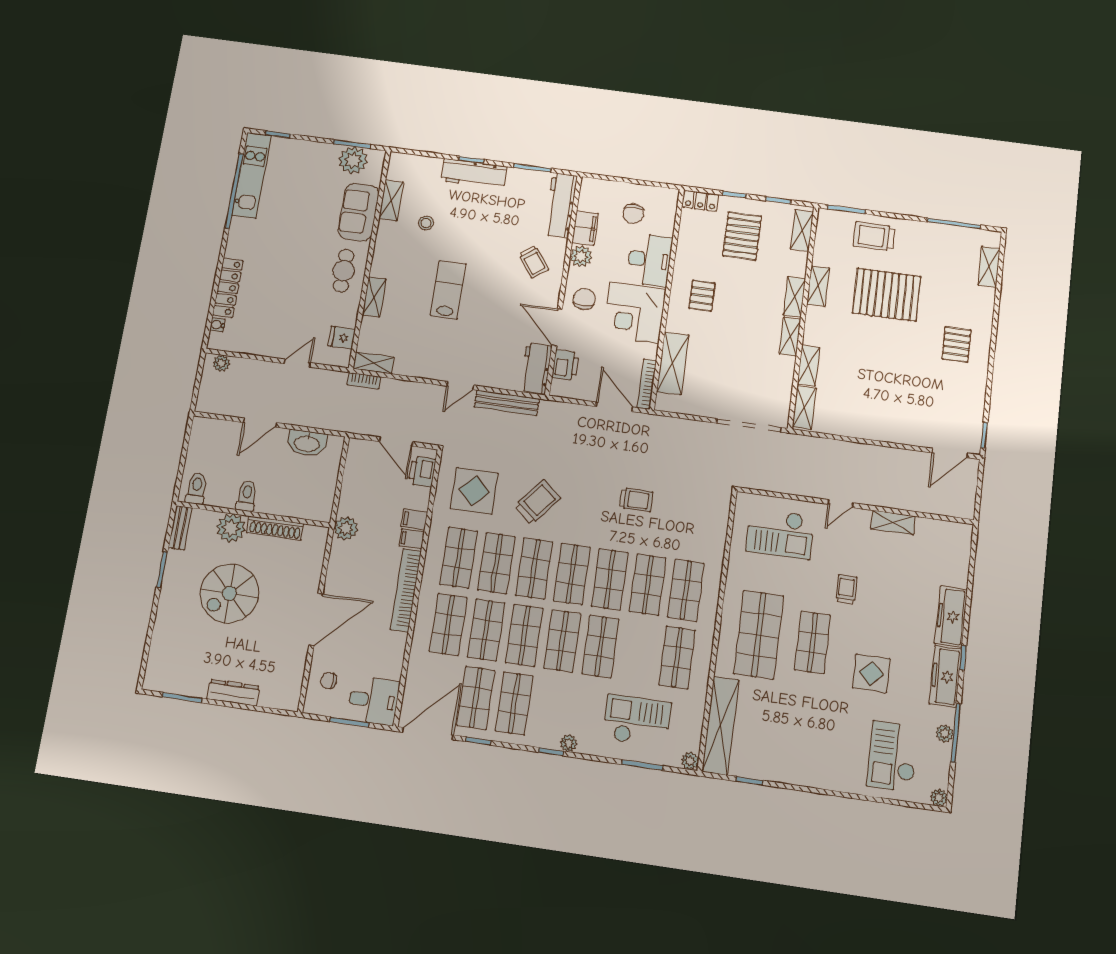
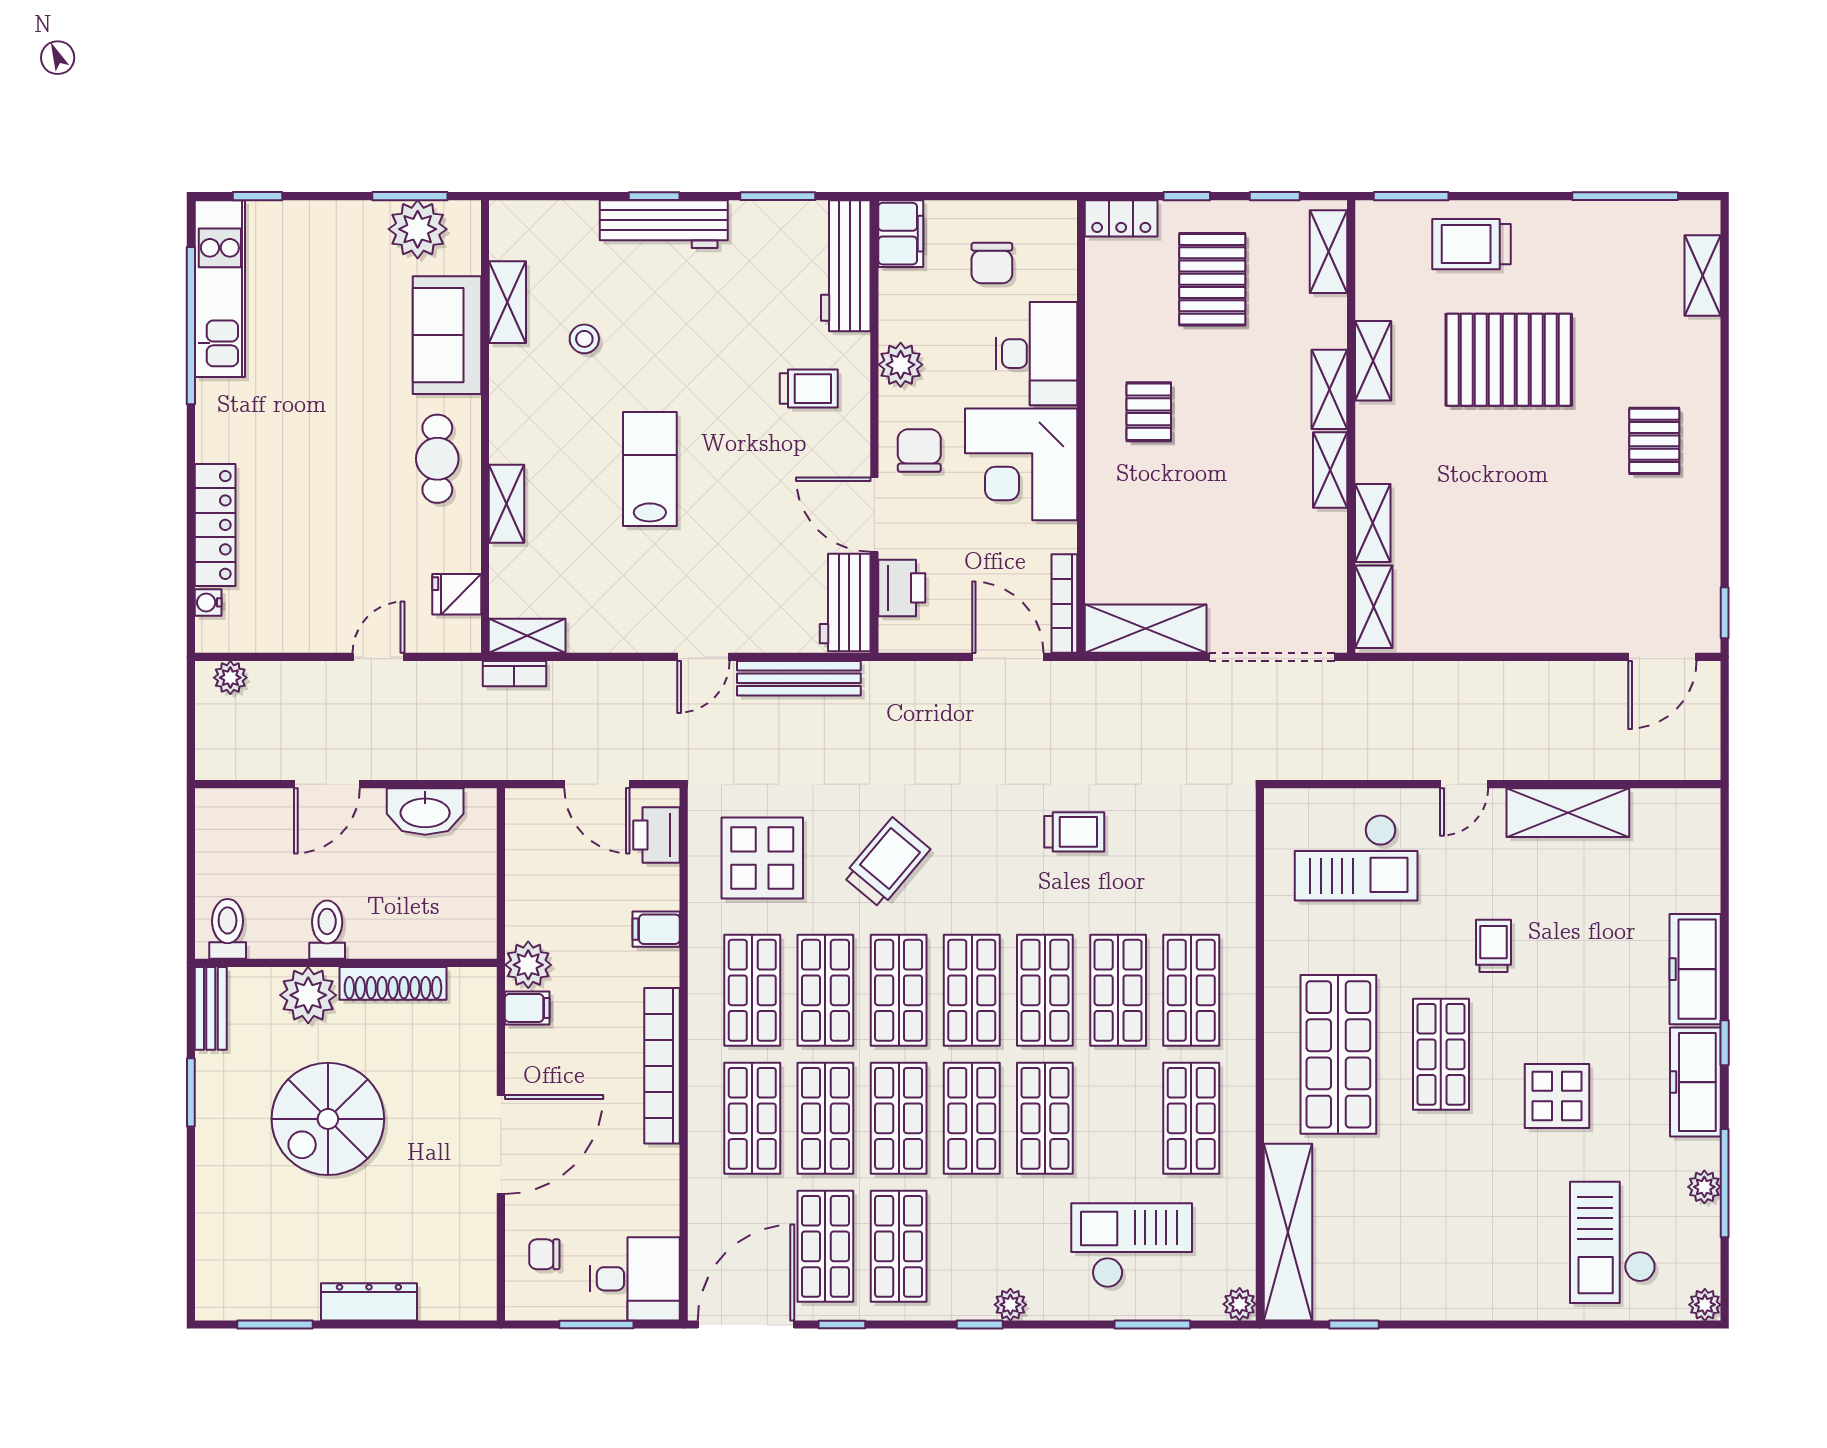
filing cabinet: (585, 228) -> (901, 234), moved
trolley: (534, 262) -> (809, 389), turned -54
shelving: (673, 363) -> (1146, 629), moved, turned 90
shelving: (893, 523) -> (1568, 813), width x1.50, depth x1.33
filing cabinet: (412, 539) -> (527, 1008), moved, turned 180

